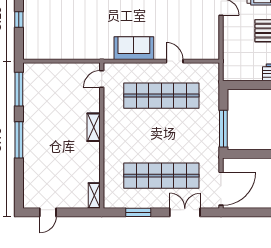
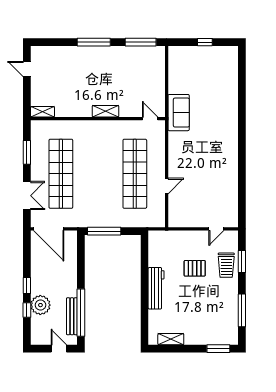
sofa: (134, 48) -> (179, 113), moved

